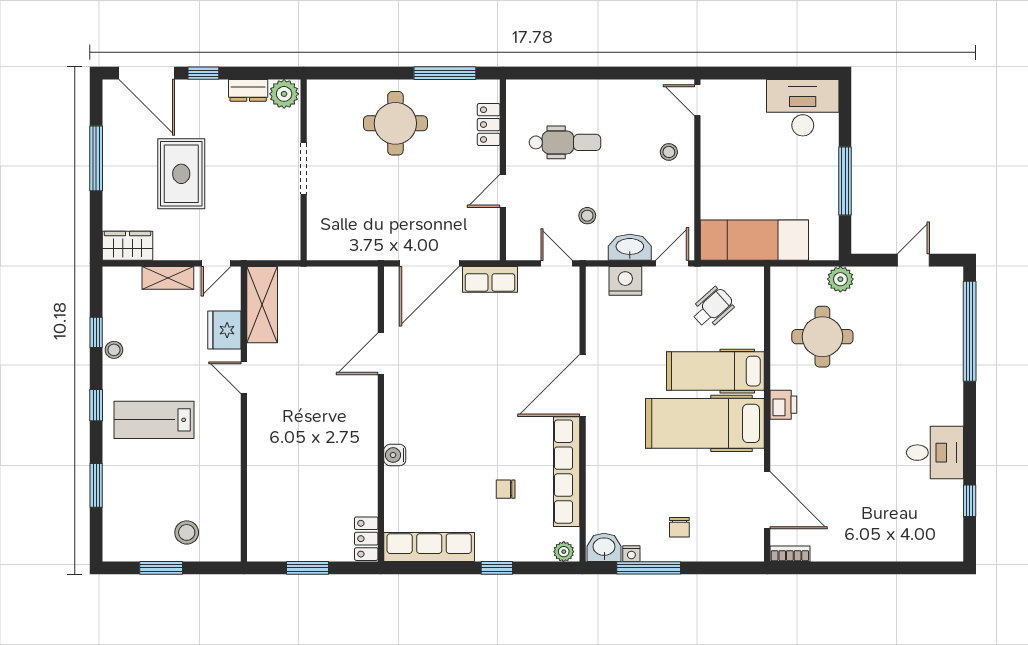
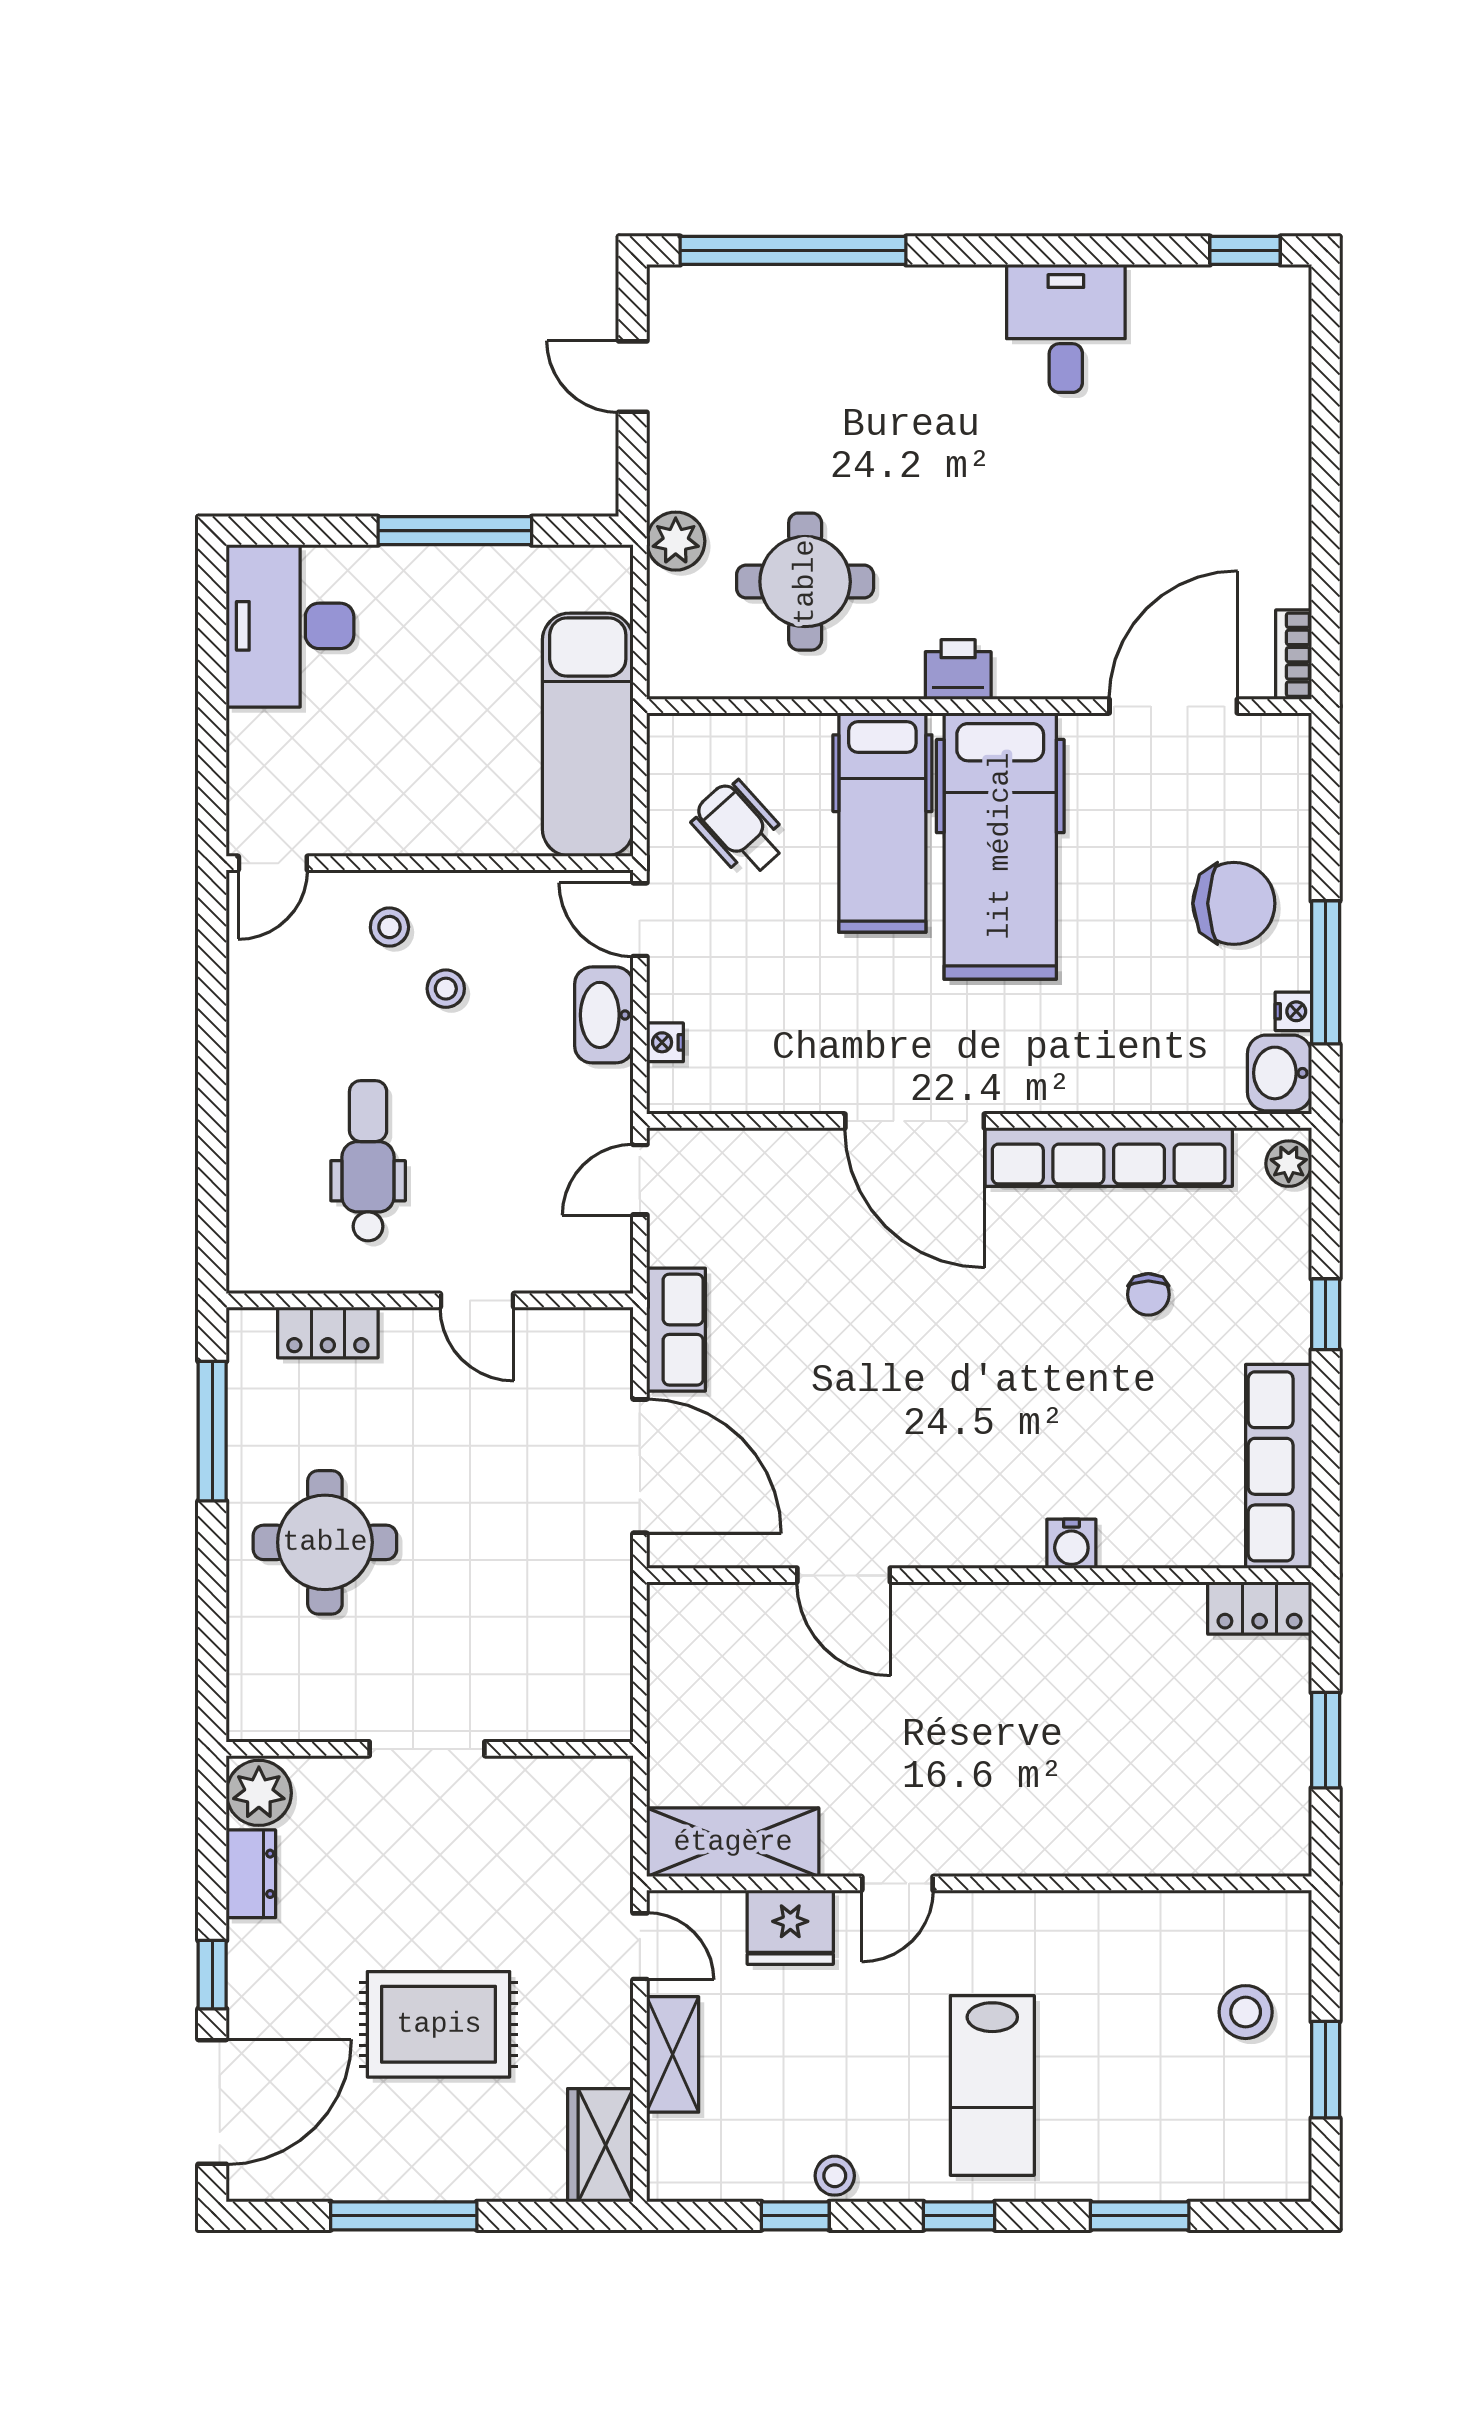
stool: (587, 216) -> (446, 989), moved
nightstand: (625, 281) -> (665, 1042), width x0.53, depth x0.56
window: (970, 501) -> (1245, 250), moved
chair: (679, 527) -> (1234, 903), width x1.87, depth x1.87

